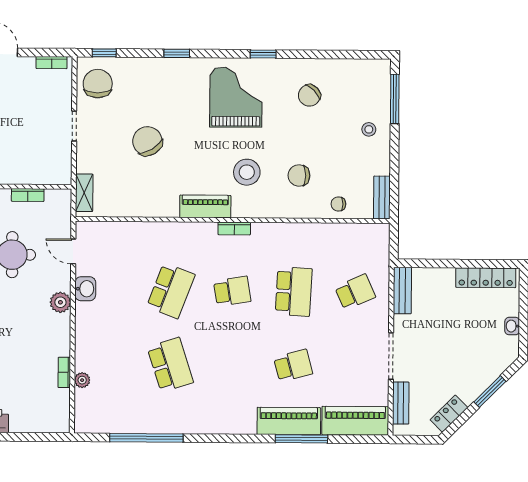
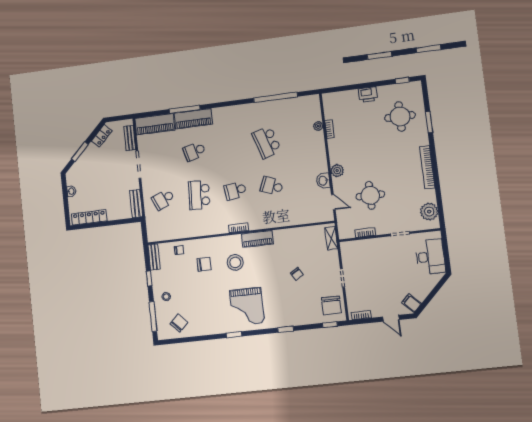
chair: (309, 95) -> (179, 323), moved
chair: (147, 141) -> (297, 274), width x0.54, depth x0.54
window: (394, 163) -> (149, 278), added
school desk: (171, 291) -> (272, 186), width x0.54

